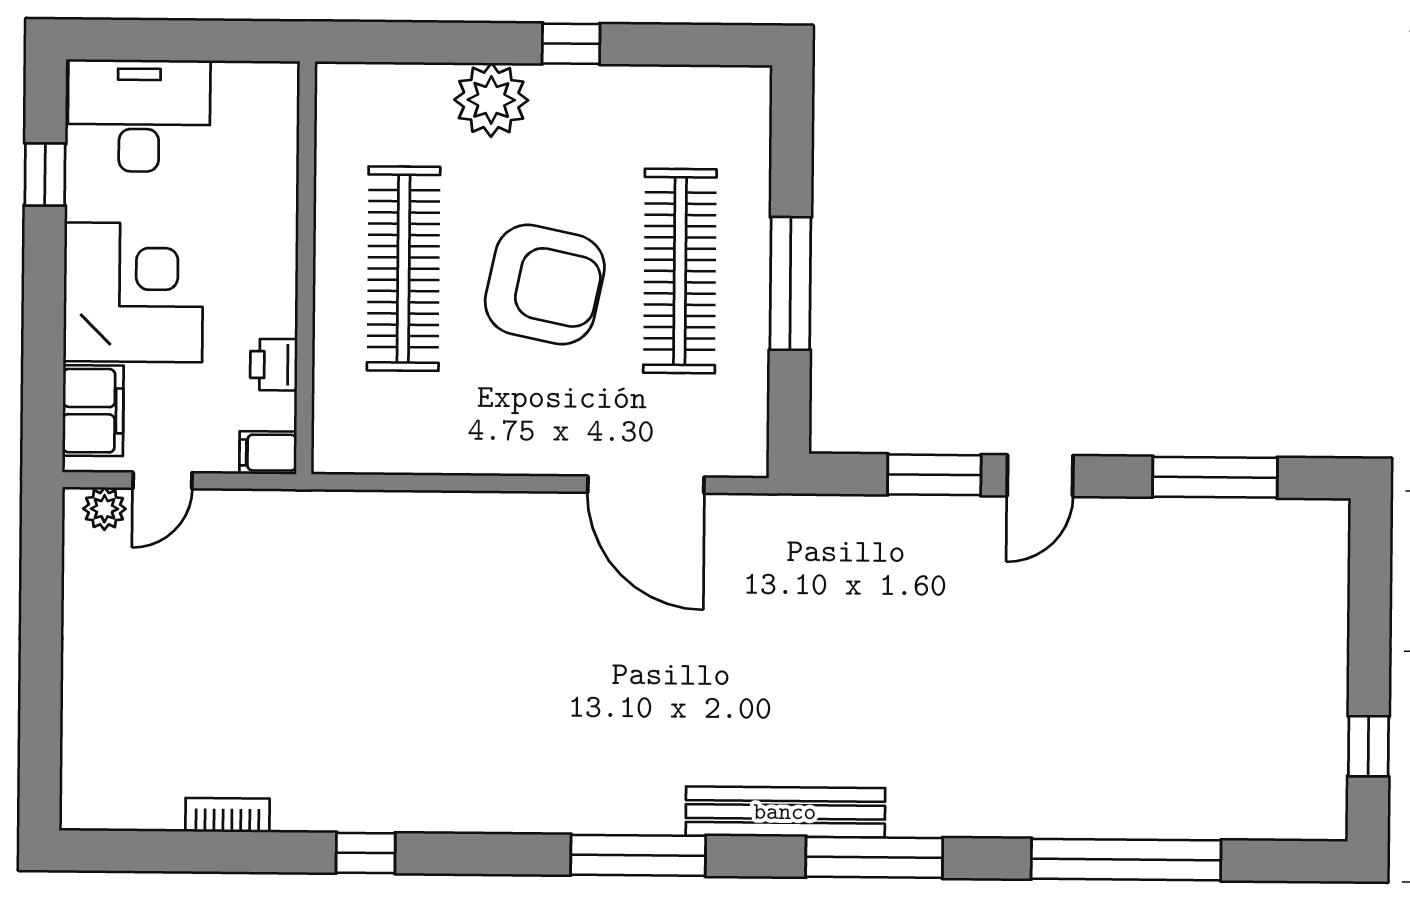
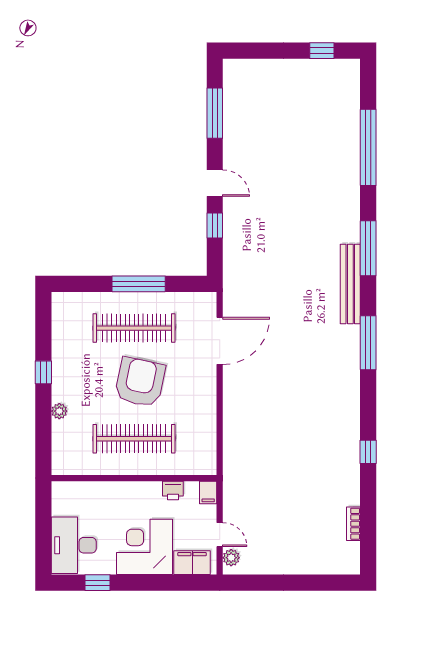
plant: (491, 100) -> (59, 411), width x0.53, depth x0.53
window: (934, 475) -> (215, 225), width x0.67
bookcase: (227, 815) -> (353, 524), moved

